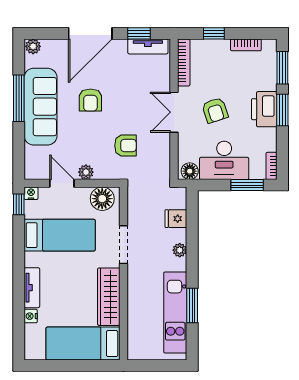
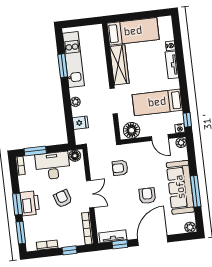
plant: (86, 172) -> (181, 143), moved

